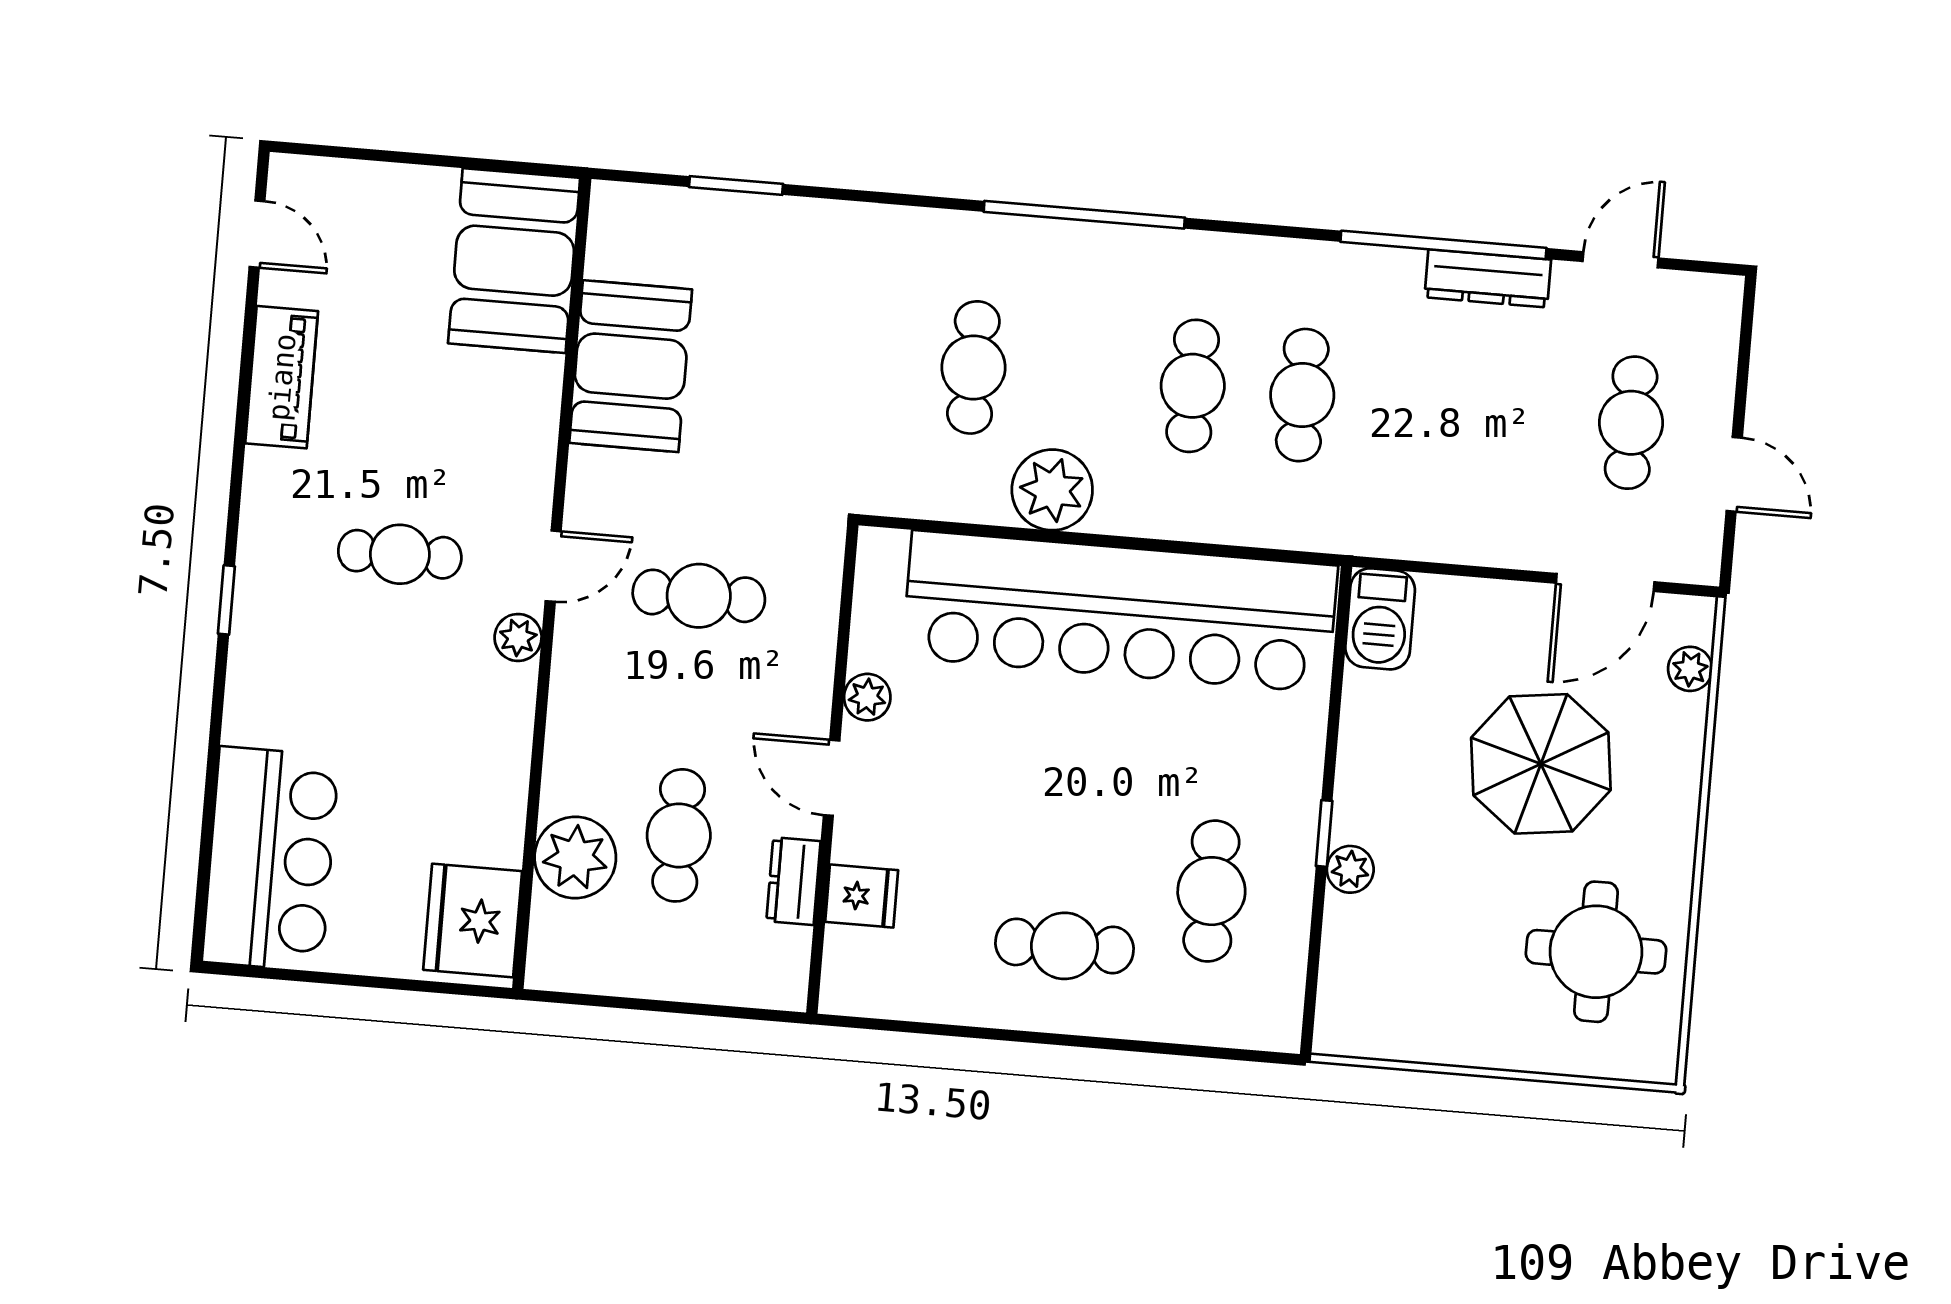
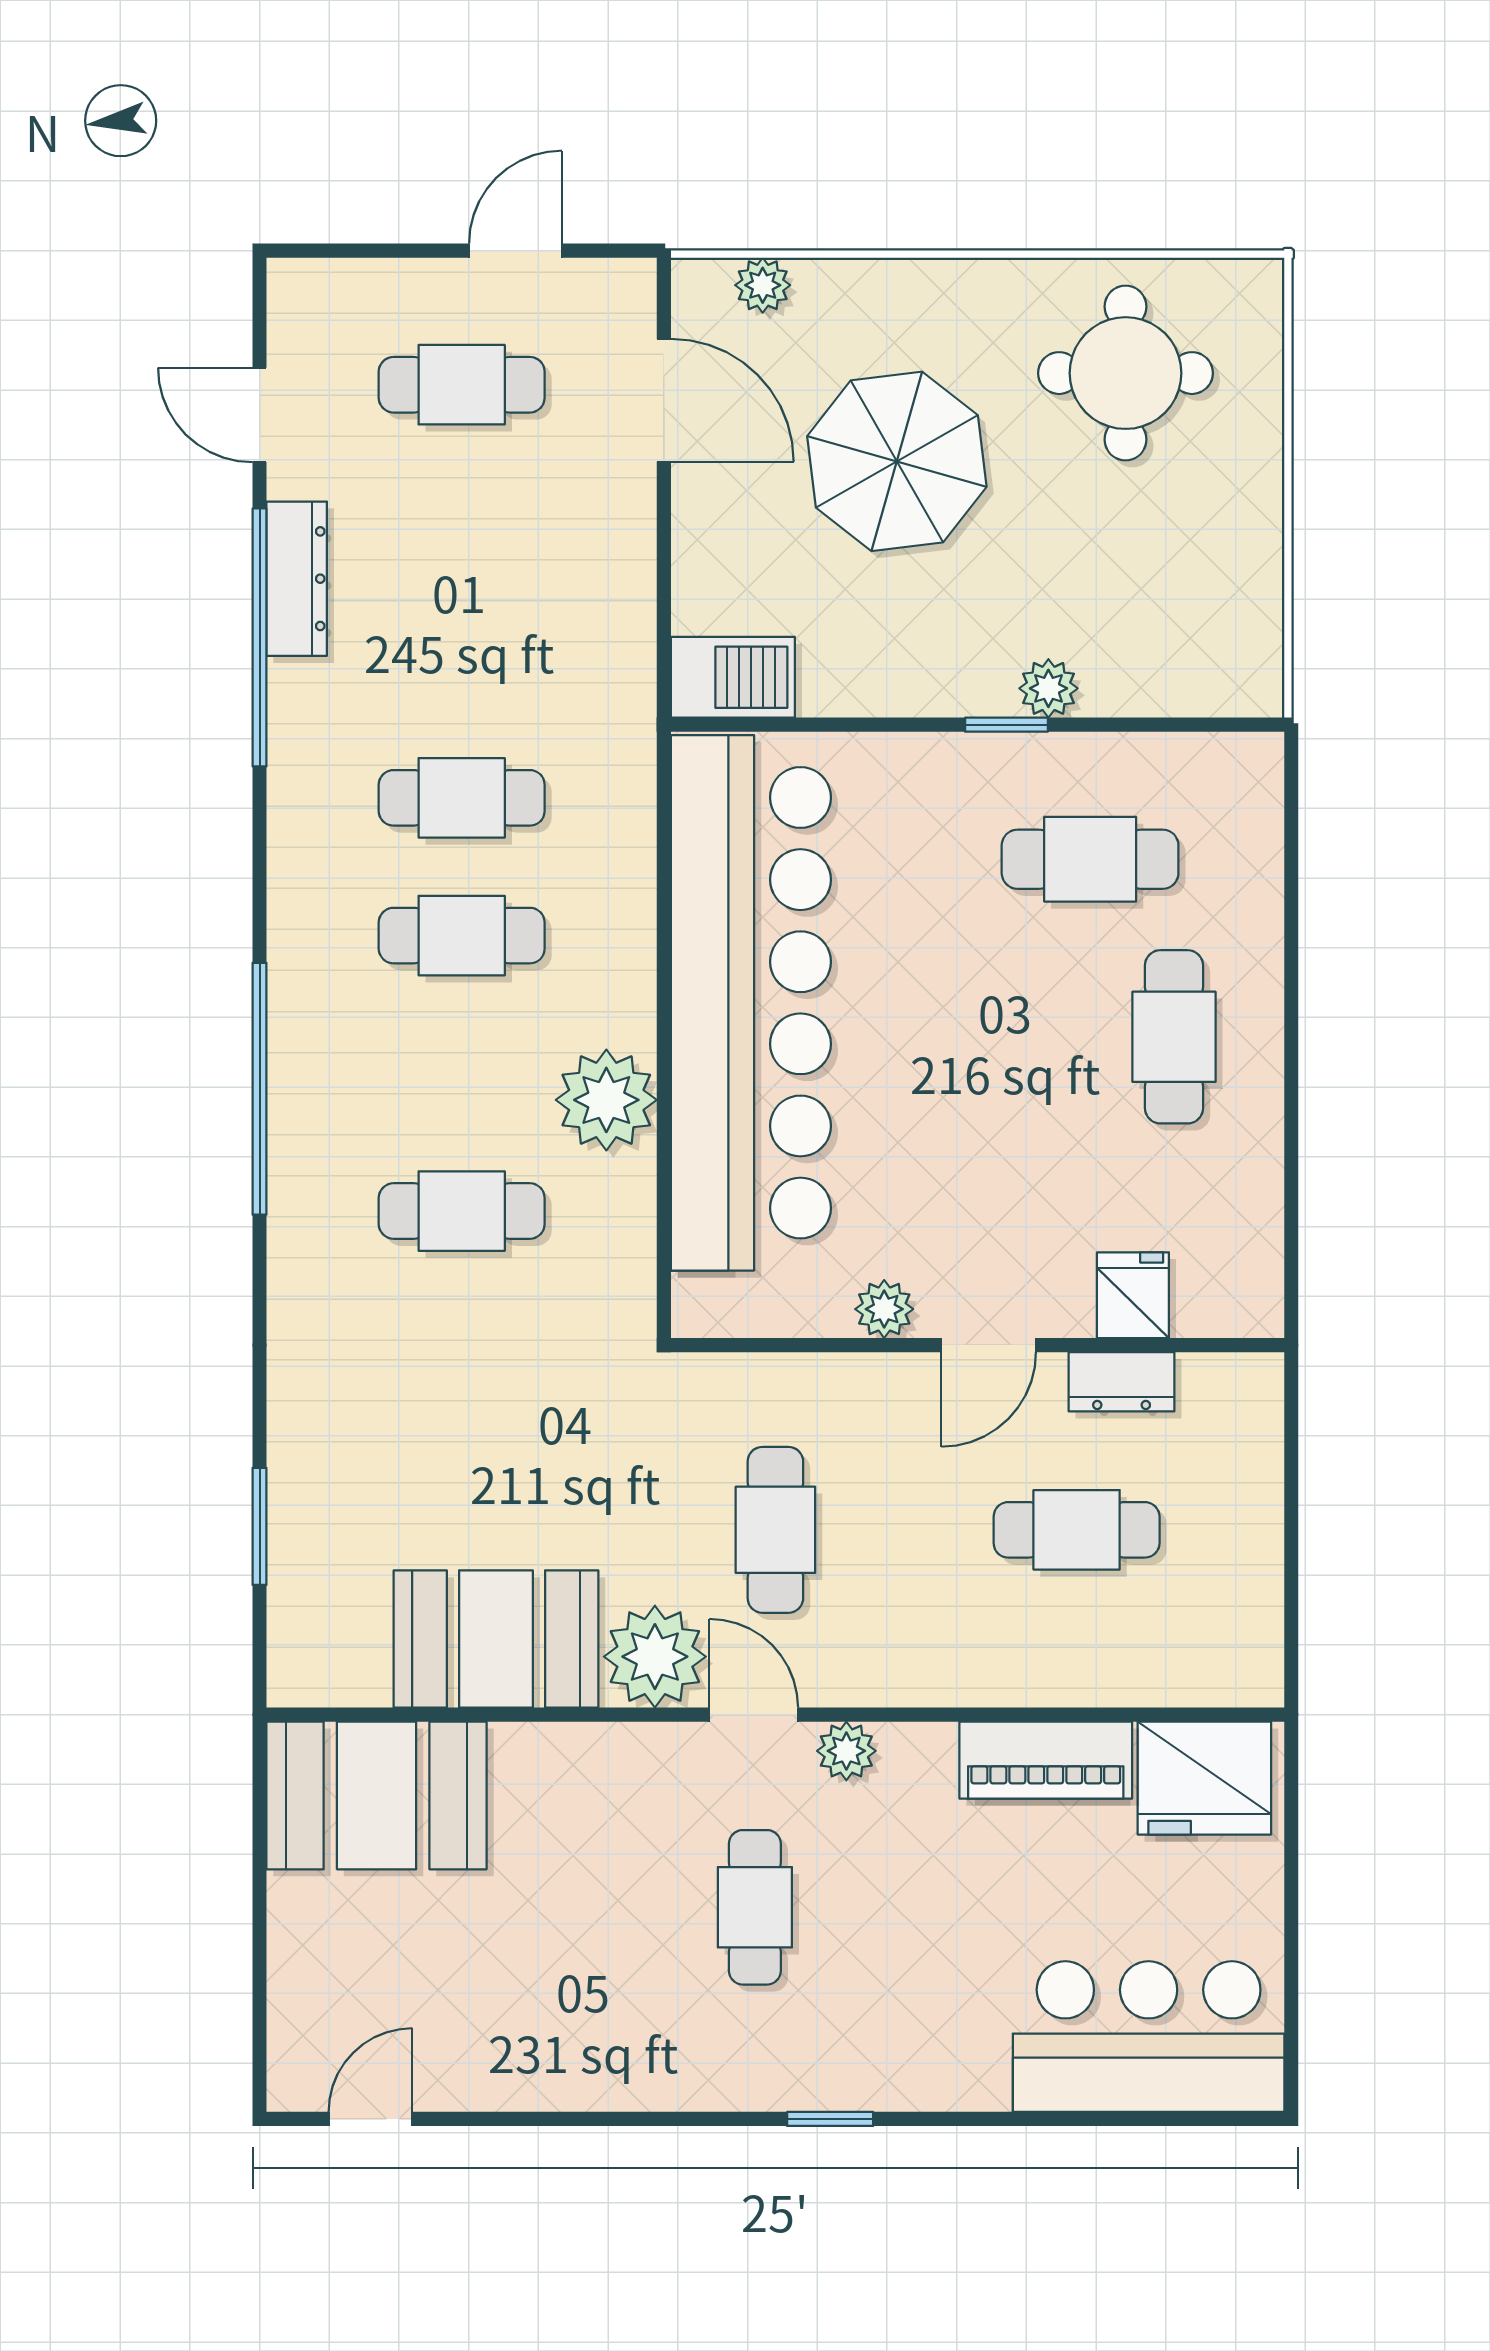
piano: (282, 377) -> (1046, 1760), moved, turned 180
plant: (575, 858) -> (655, 1657), moved

